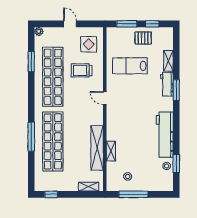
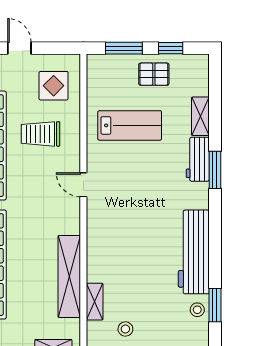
lab bench: (130, 66) -> (130, 125), turned 180
shelving: (111, 151) -> (95, 302), moved

